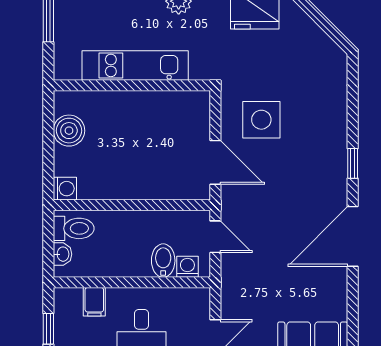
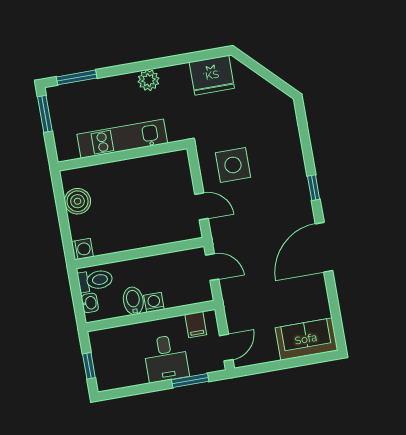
door: (215, 162) -> (202, 206), width x0.73
bidet: (163, 261) -> (133, 301), moved
washing machine: (187, 267) -> (154, 302), moved
filing cabinet: (94, 302) -> (196, 325), moved

